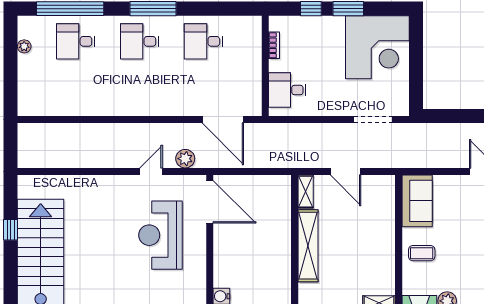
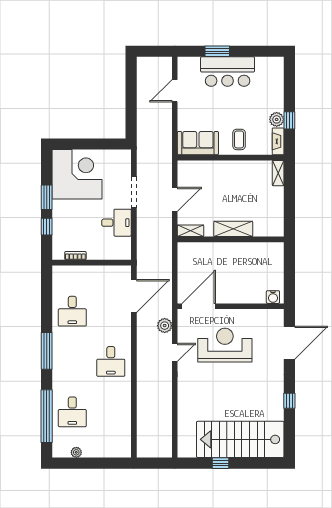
desk: (140, 41) -> (111, 361), moved
desk: (287, 90) -> (116, 223), moved, turned -90
doorway: (373, 120) -> (134, 192), moved
door: (151, 172) -> (175, 352), swing flipped
reception desk: (160, 235) -> (225, 345), turned 180
shelving: (308, 246) -> (233, 229), width x0.68

